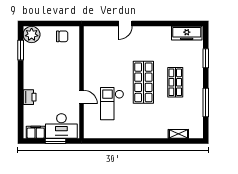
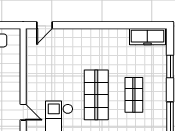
door: (125, 24) -> (44, 25), moved

